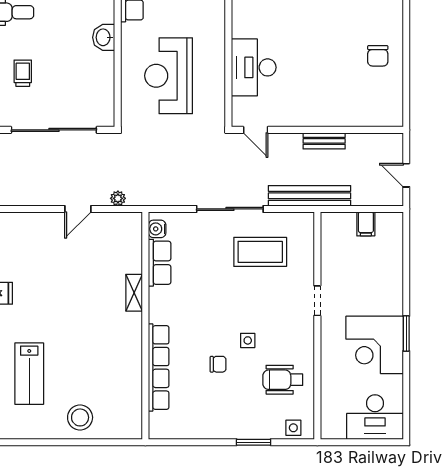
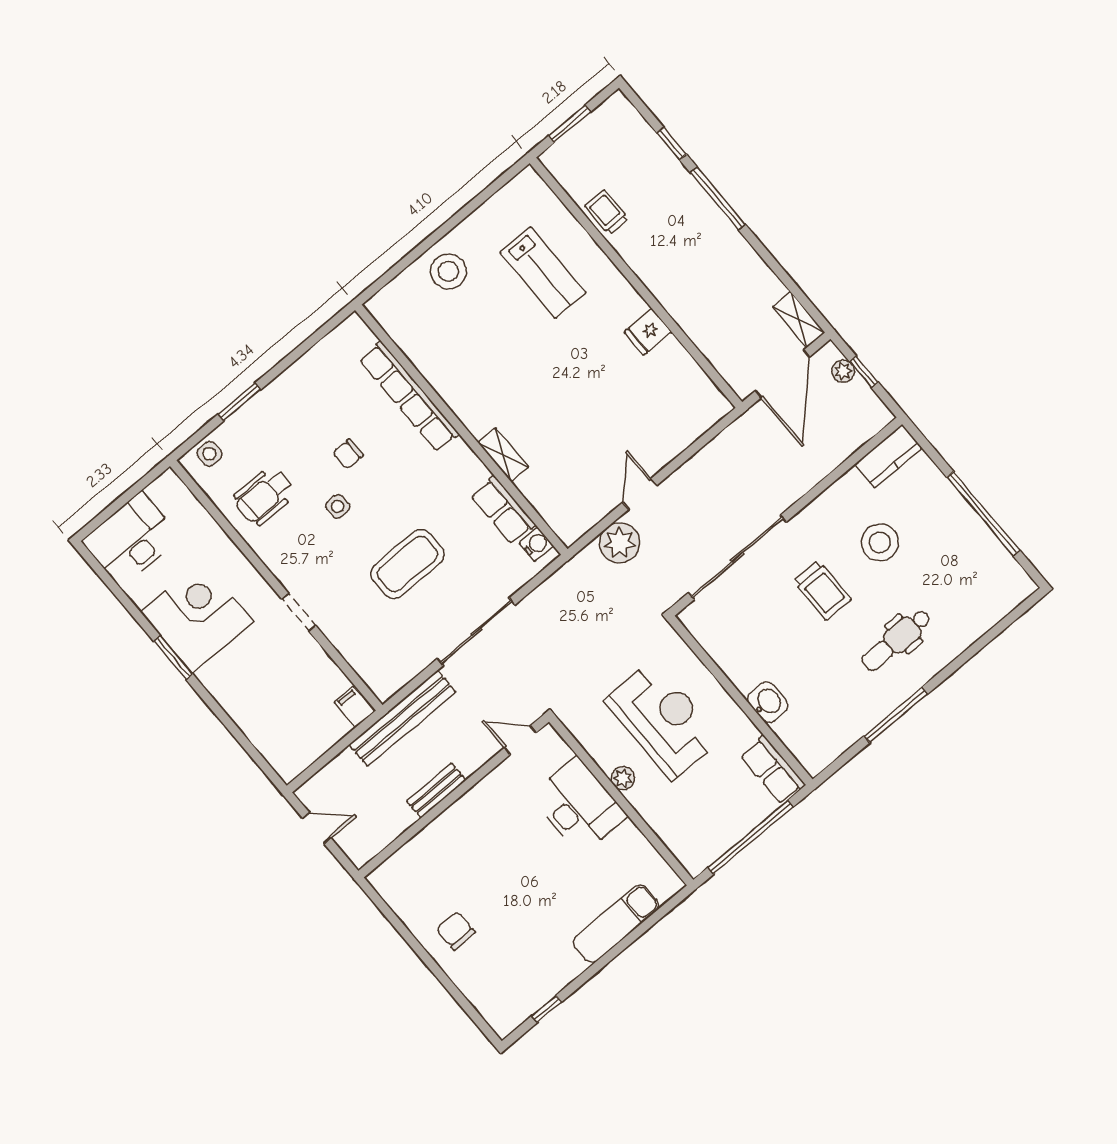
plant: (217, 62) -> (623, 778), added
trolley: (23, 73) -> (822, 590), width x1.36, depth x1.39
plant: (118, 198) -> (619, 543), width x1.87, depth x1.87
filing cabinet: (366, 224) -> (354, 707), moved
coffee table: (260, 252) -> (407, 564), moved
lab bench: (29, 374) -> (543, 273), turned 180
wheelchair: (283, 380) -> (264, 496), turned 180

